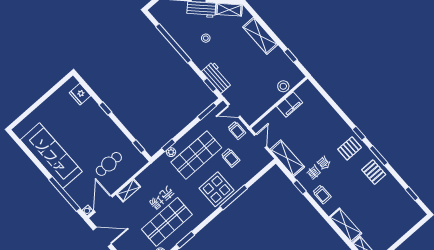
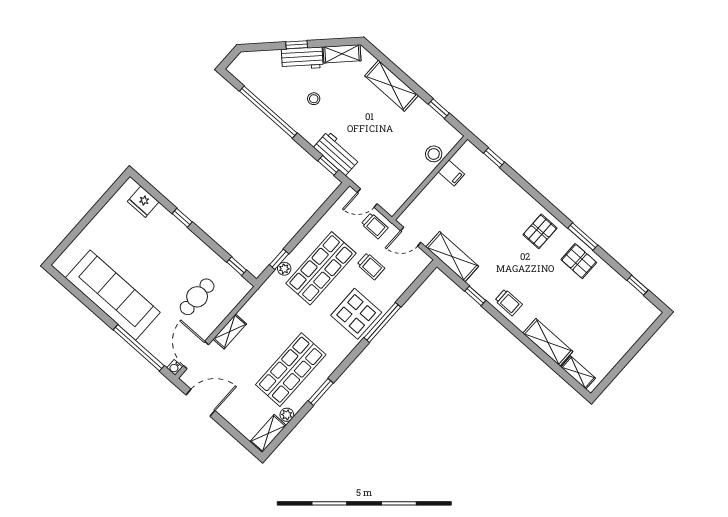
filing cabinet: (290, 104) -> (451, 173), width x0.50
window: (207, 111) -> (329, 204), removed
window: (359, 133) -> (494, 158), moved
door: (260, 141) -> (411, 237), swing flipped

